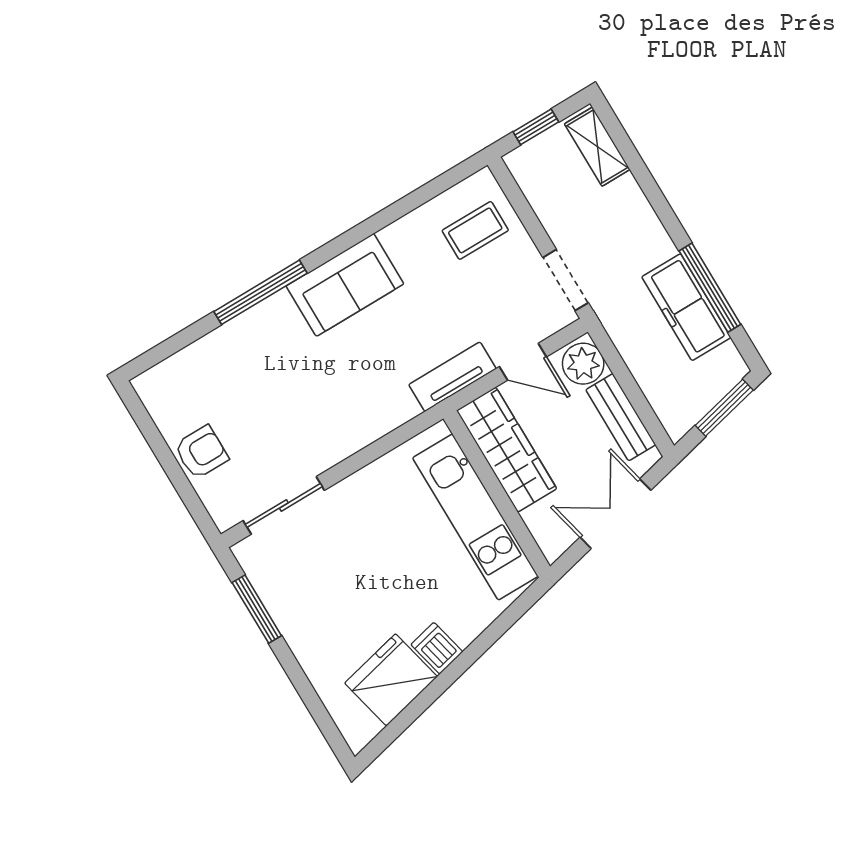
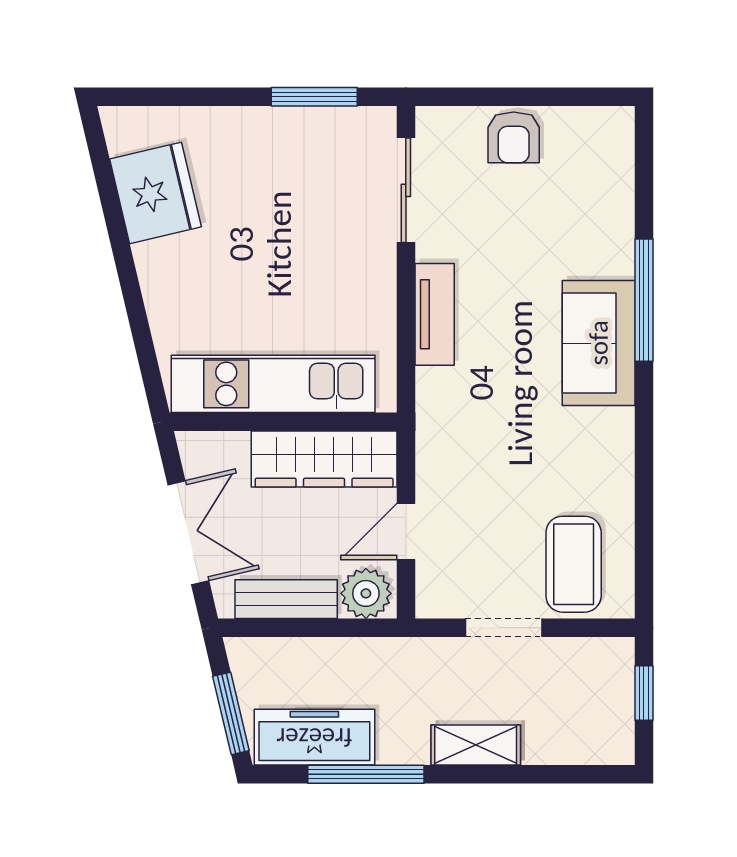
shelving: (597, 147) -> (476, 745), moved
coffee table: (475, 230) -> (574, 564), width x1.36, depth x1.30
doorway: (566, 280) -> (504, 628), moved
sofa: (345, 285) -> (599, 343), moved
freezer: (686, 307) -> (314, 737), moved
tv unit: (452, 377) -> (435, 314), moved
dishwasher: (437, 648) -> (160, 261), removed

